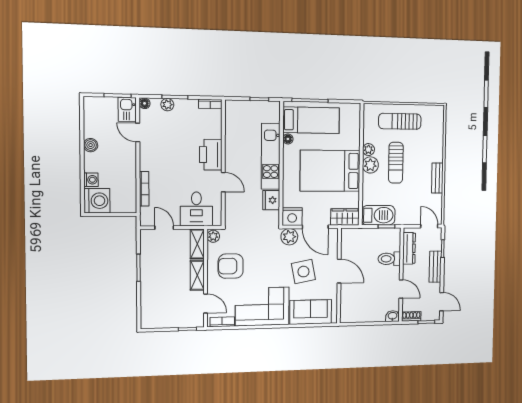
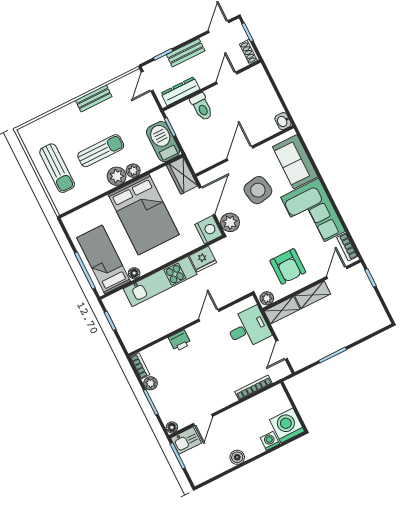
plant: (167, 105) -> (151, 383), moved
plant: (368, 150) -> (133, 171), moved
printer: (211, 155) -> (180, 341), width x0.53, depth x0.68
washbasin: (393, 316) -> (283, 121), moved

